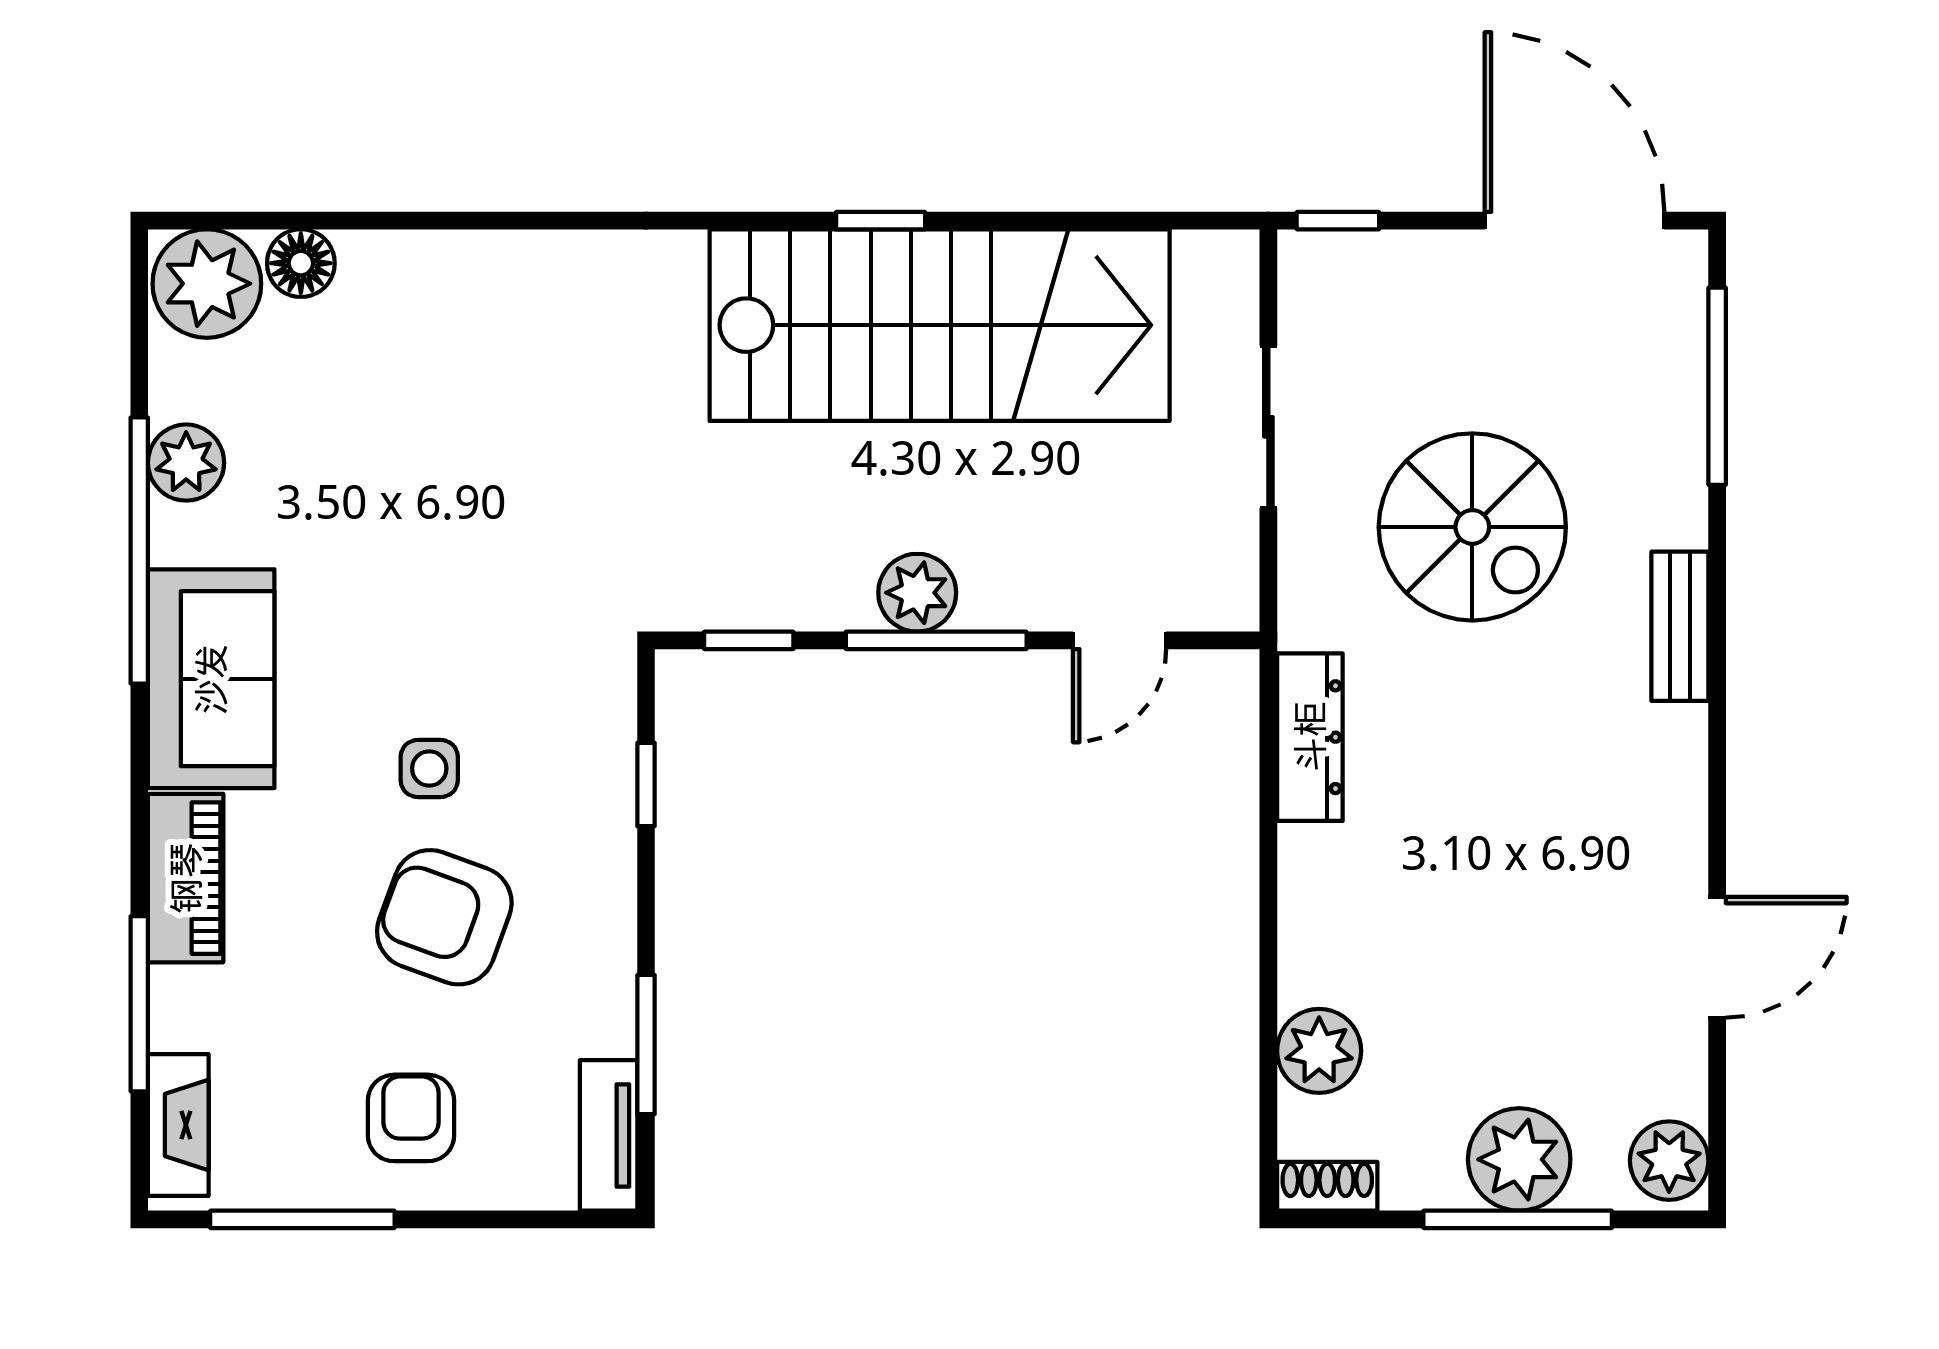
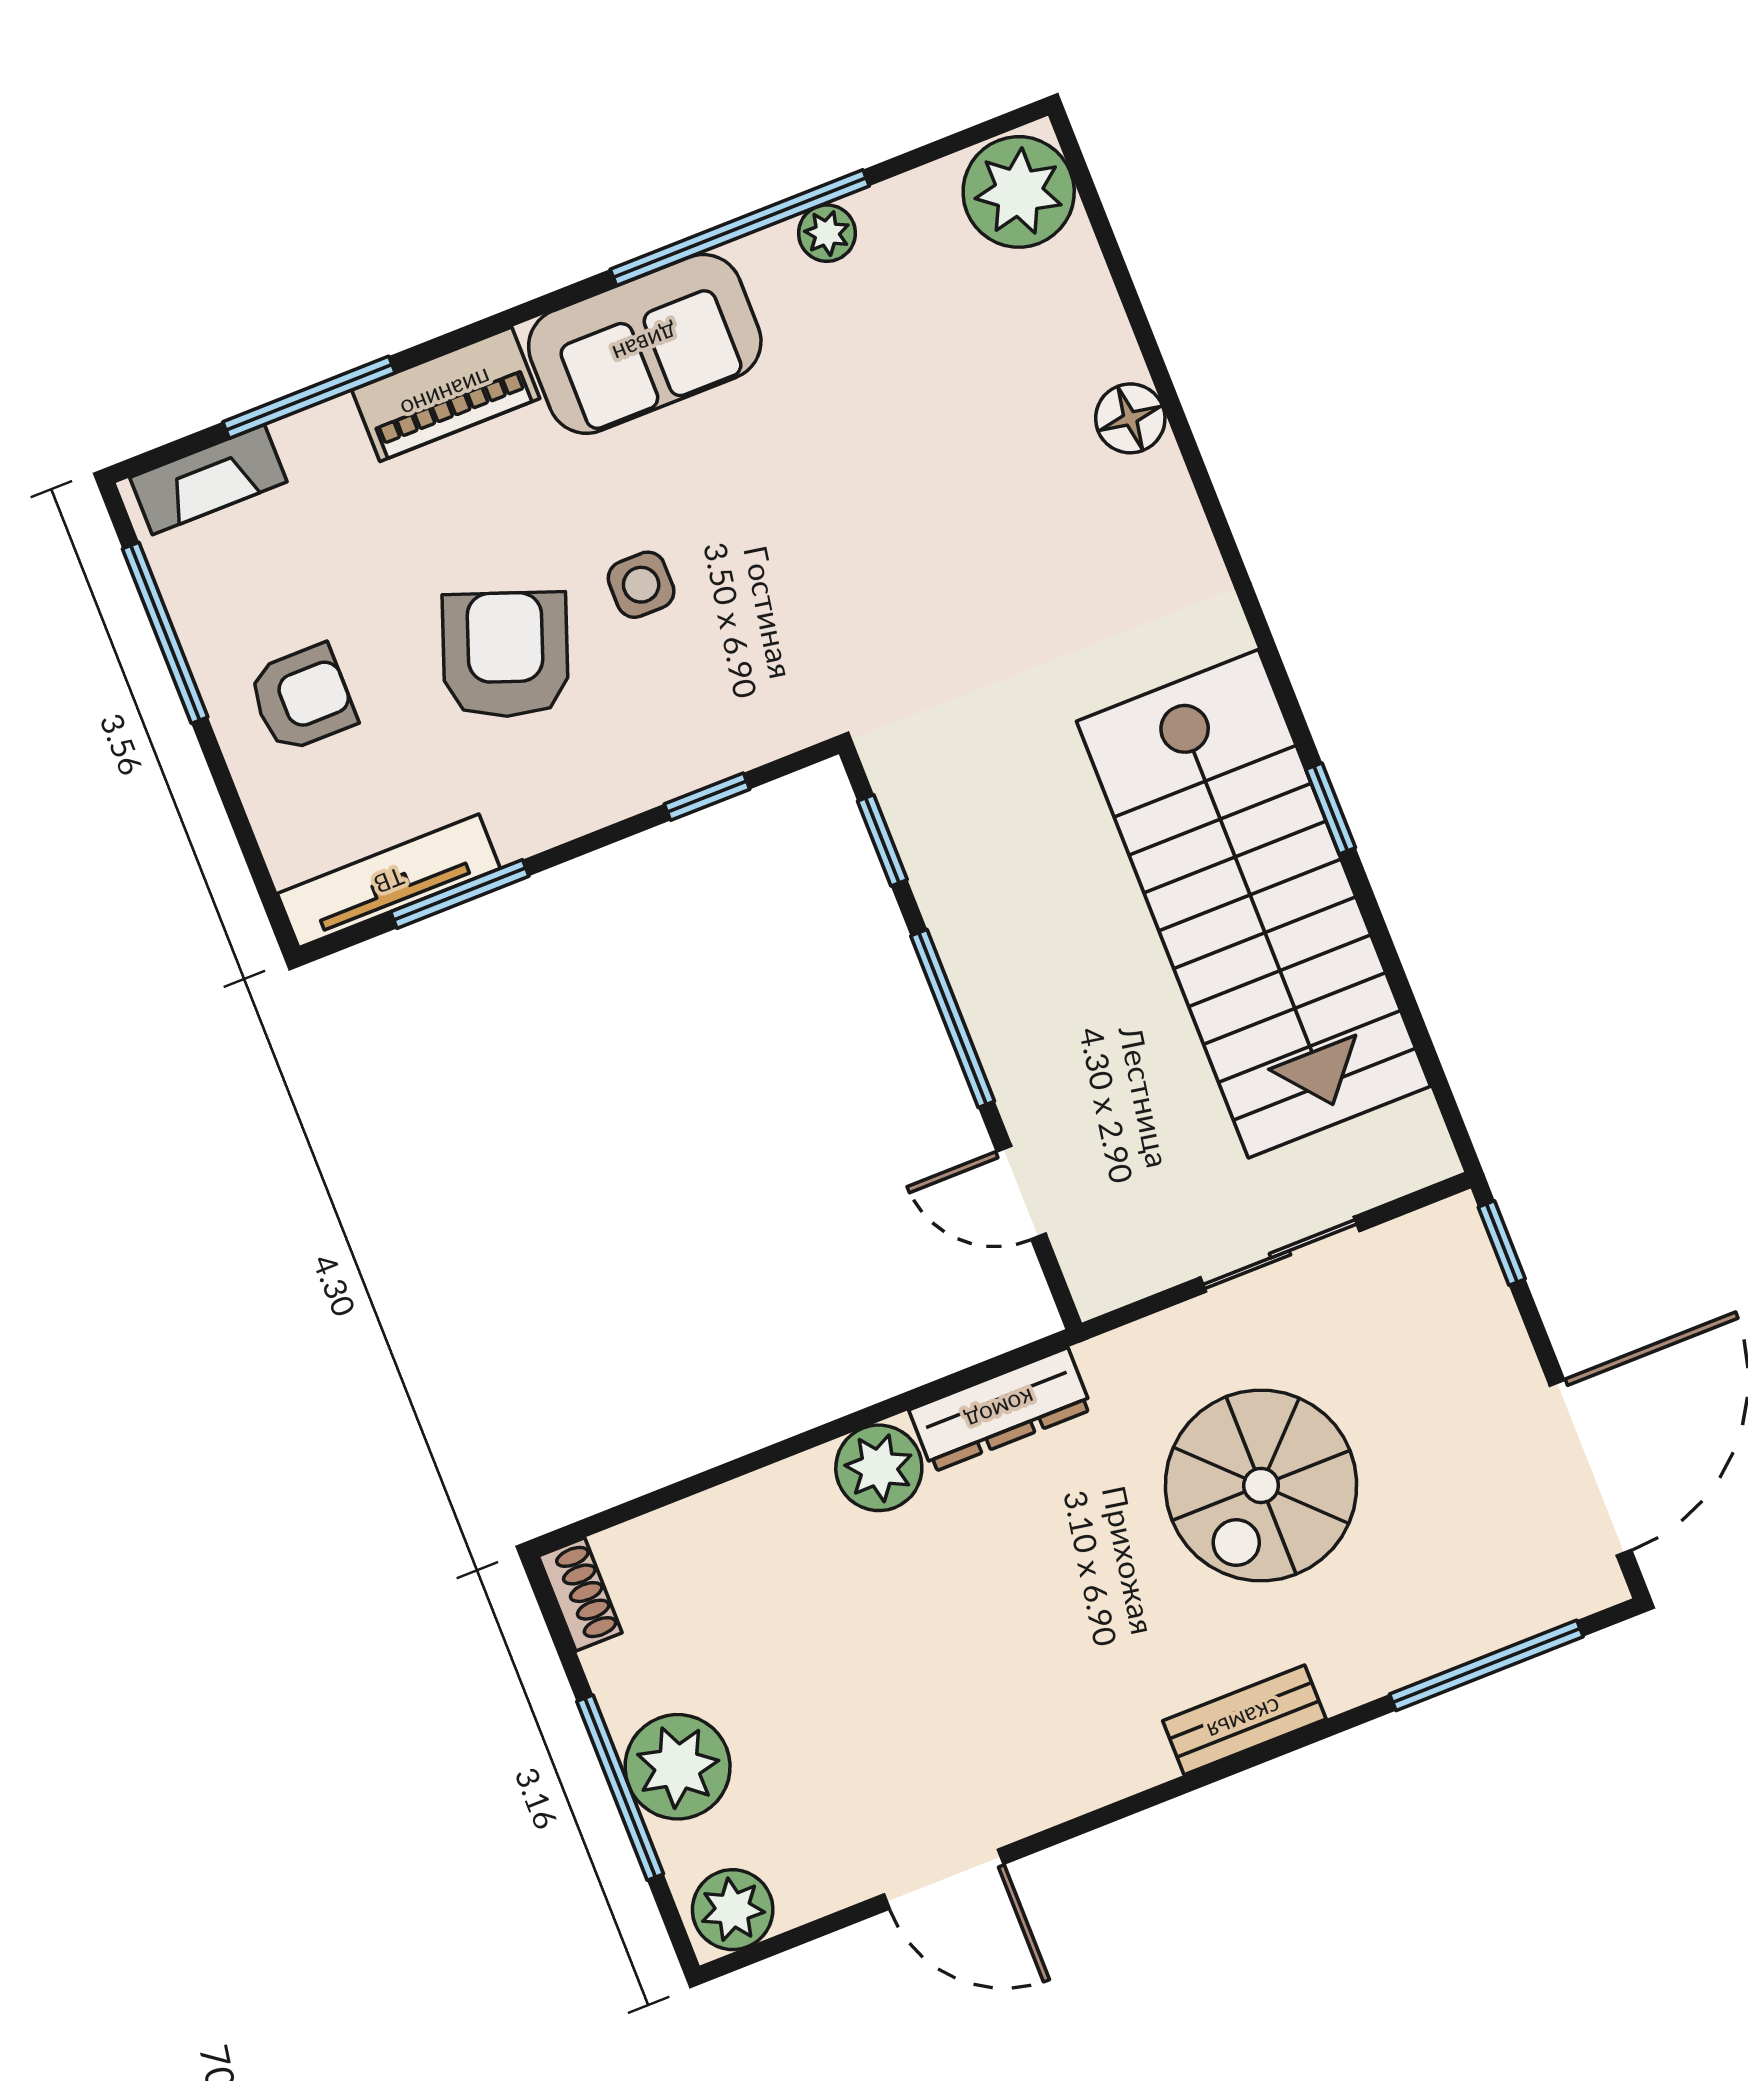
floor lamp: (301, 263) -> (1130, 418), moved
plant: (186, 463) -> (827, 233), width x0.73, depth x0.73
plant: (917, 593) -> (991, 983), removed
plant: (1319, 1051) -> (879, 1468), moved
tv unit: (609, 1135) -> (389, 881), width x1.41

